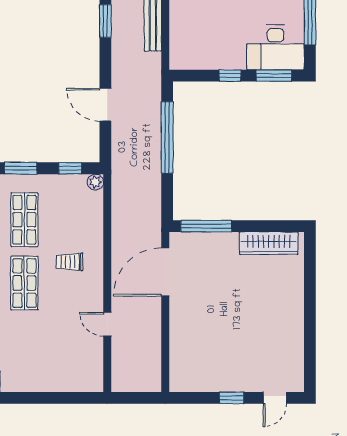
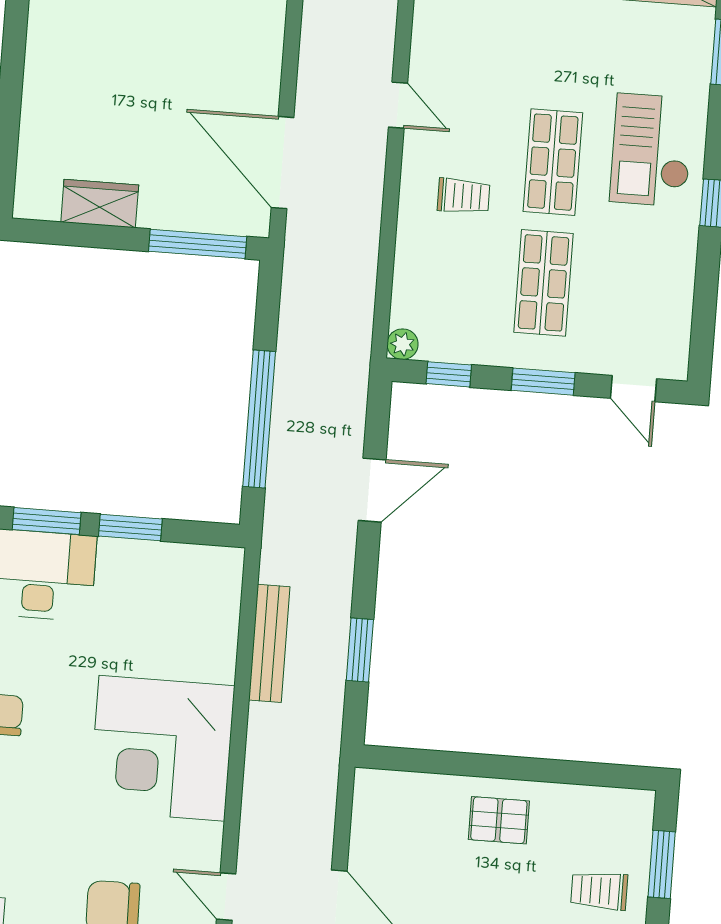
window: (230, 76) -> (130, 527), width x1.50
door: (105, 105) -> (372, 490), hinge flipped
wardrobe: (269, 243) -> (100, 204), width x0.67
door: (165, 272) -> (283, 163), swing flipped
door: (107, 324) -> (398, 105), moved

